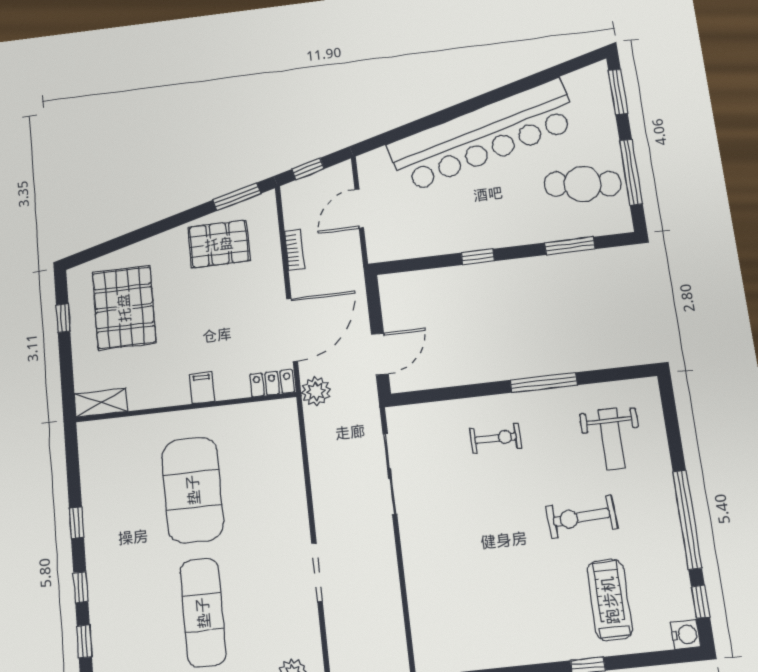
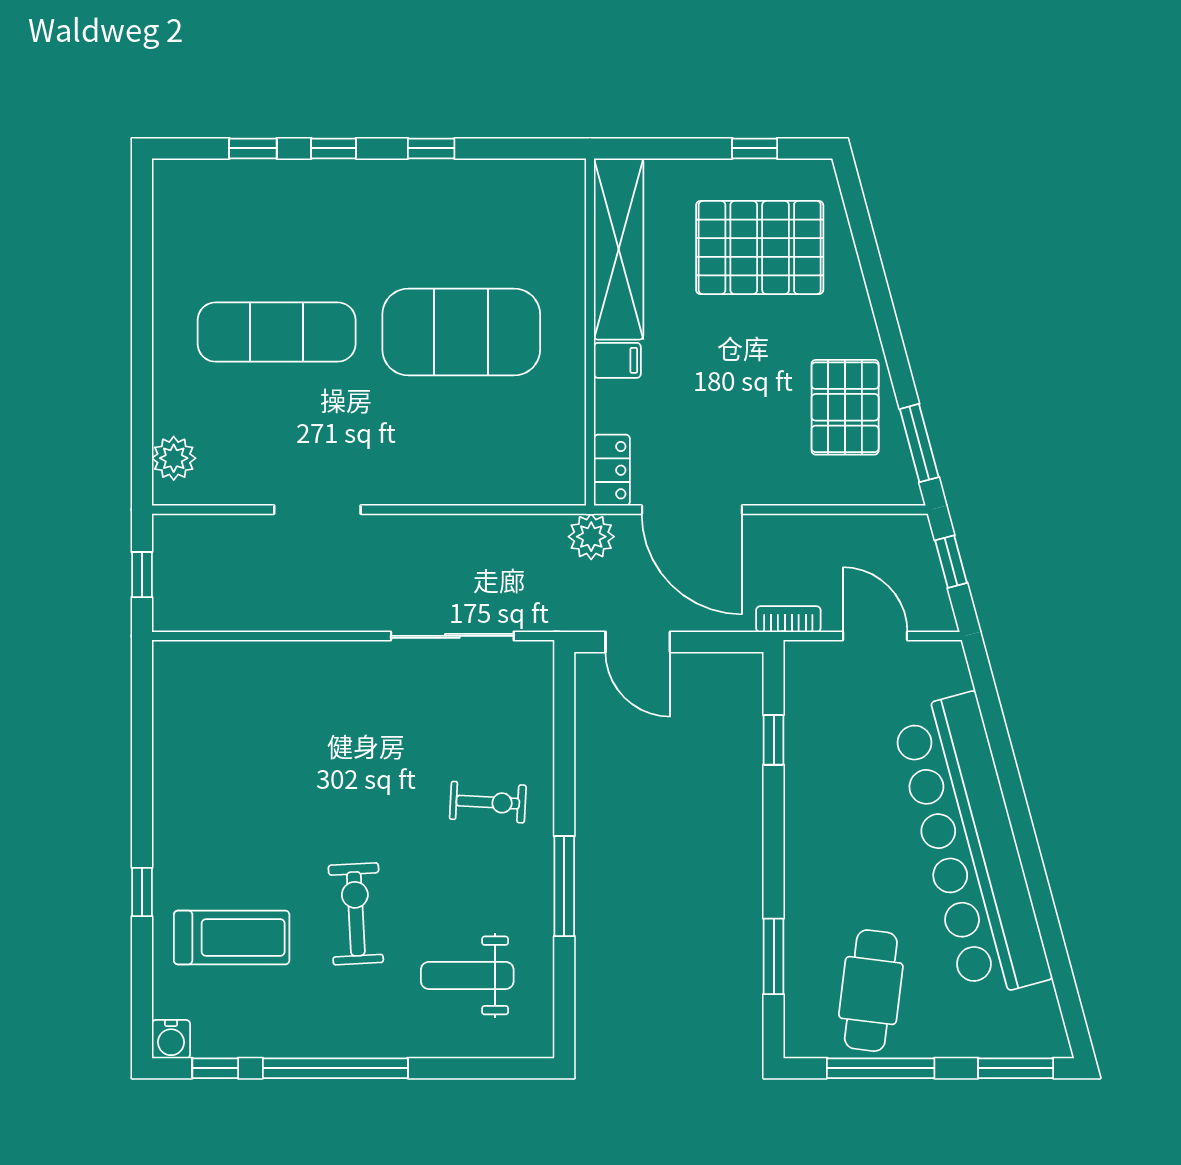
bookcase: (295, 250) -> (788, 619), moved, turned 180
window: (478, 257) -> (774, 740), moved
shelving: (101, 403) -> (619, 249), width x2.20, depth x1.33
exercise bike: (496, 438) -> (488, 802), turned -87

